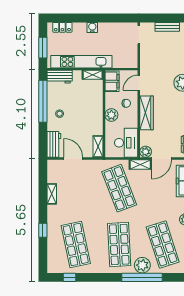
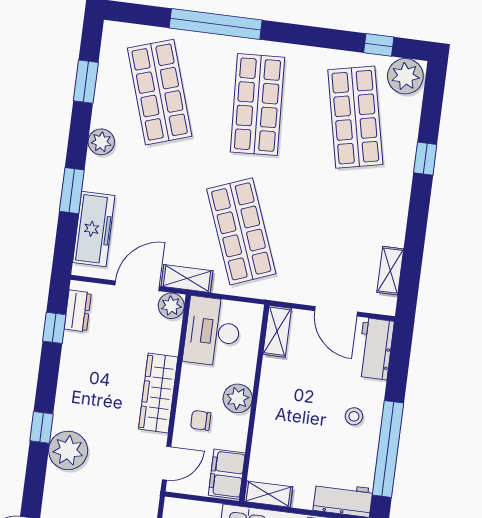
shelving: (52, 194) -> (390, 271), moved
plant: (142, 265) -> (405, 76), moved

